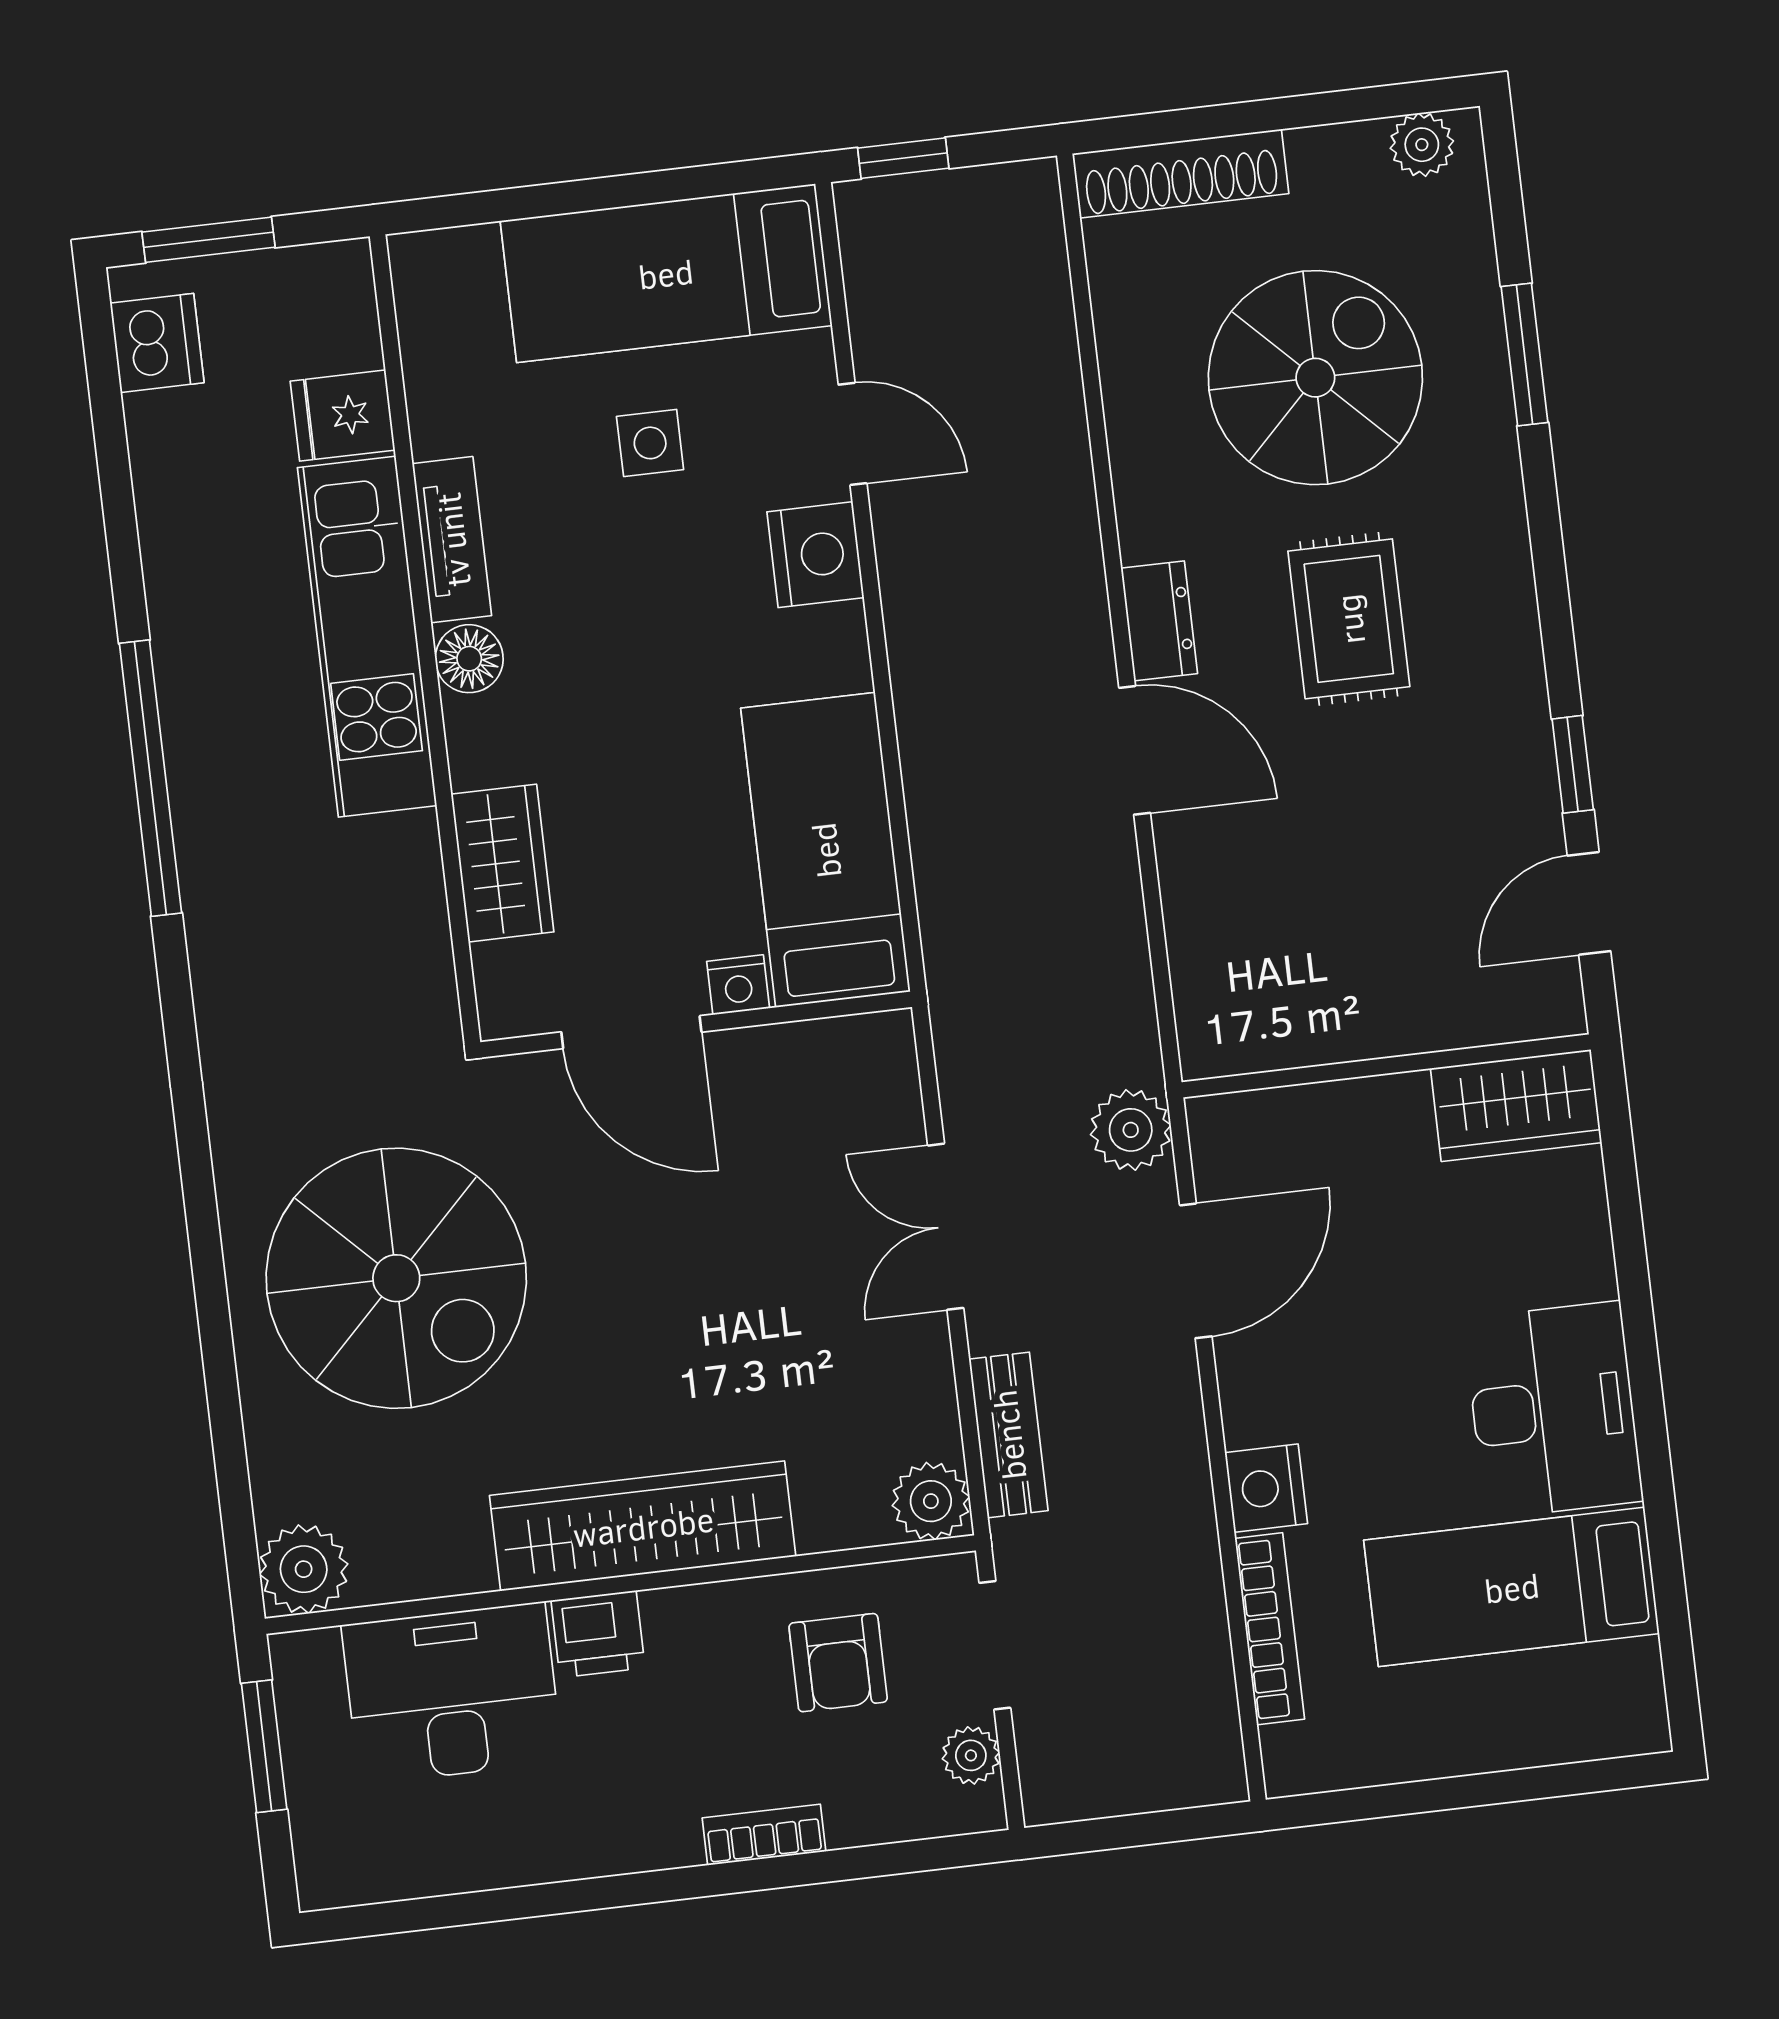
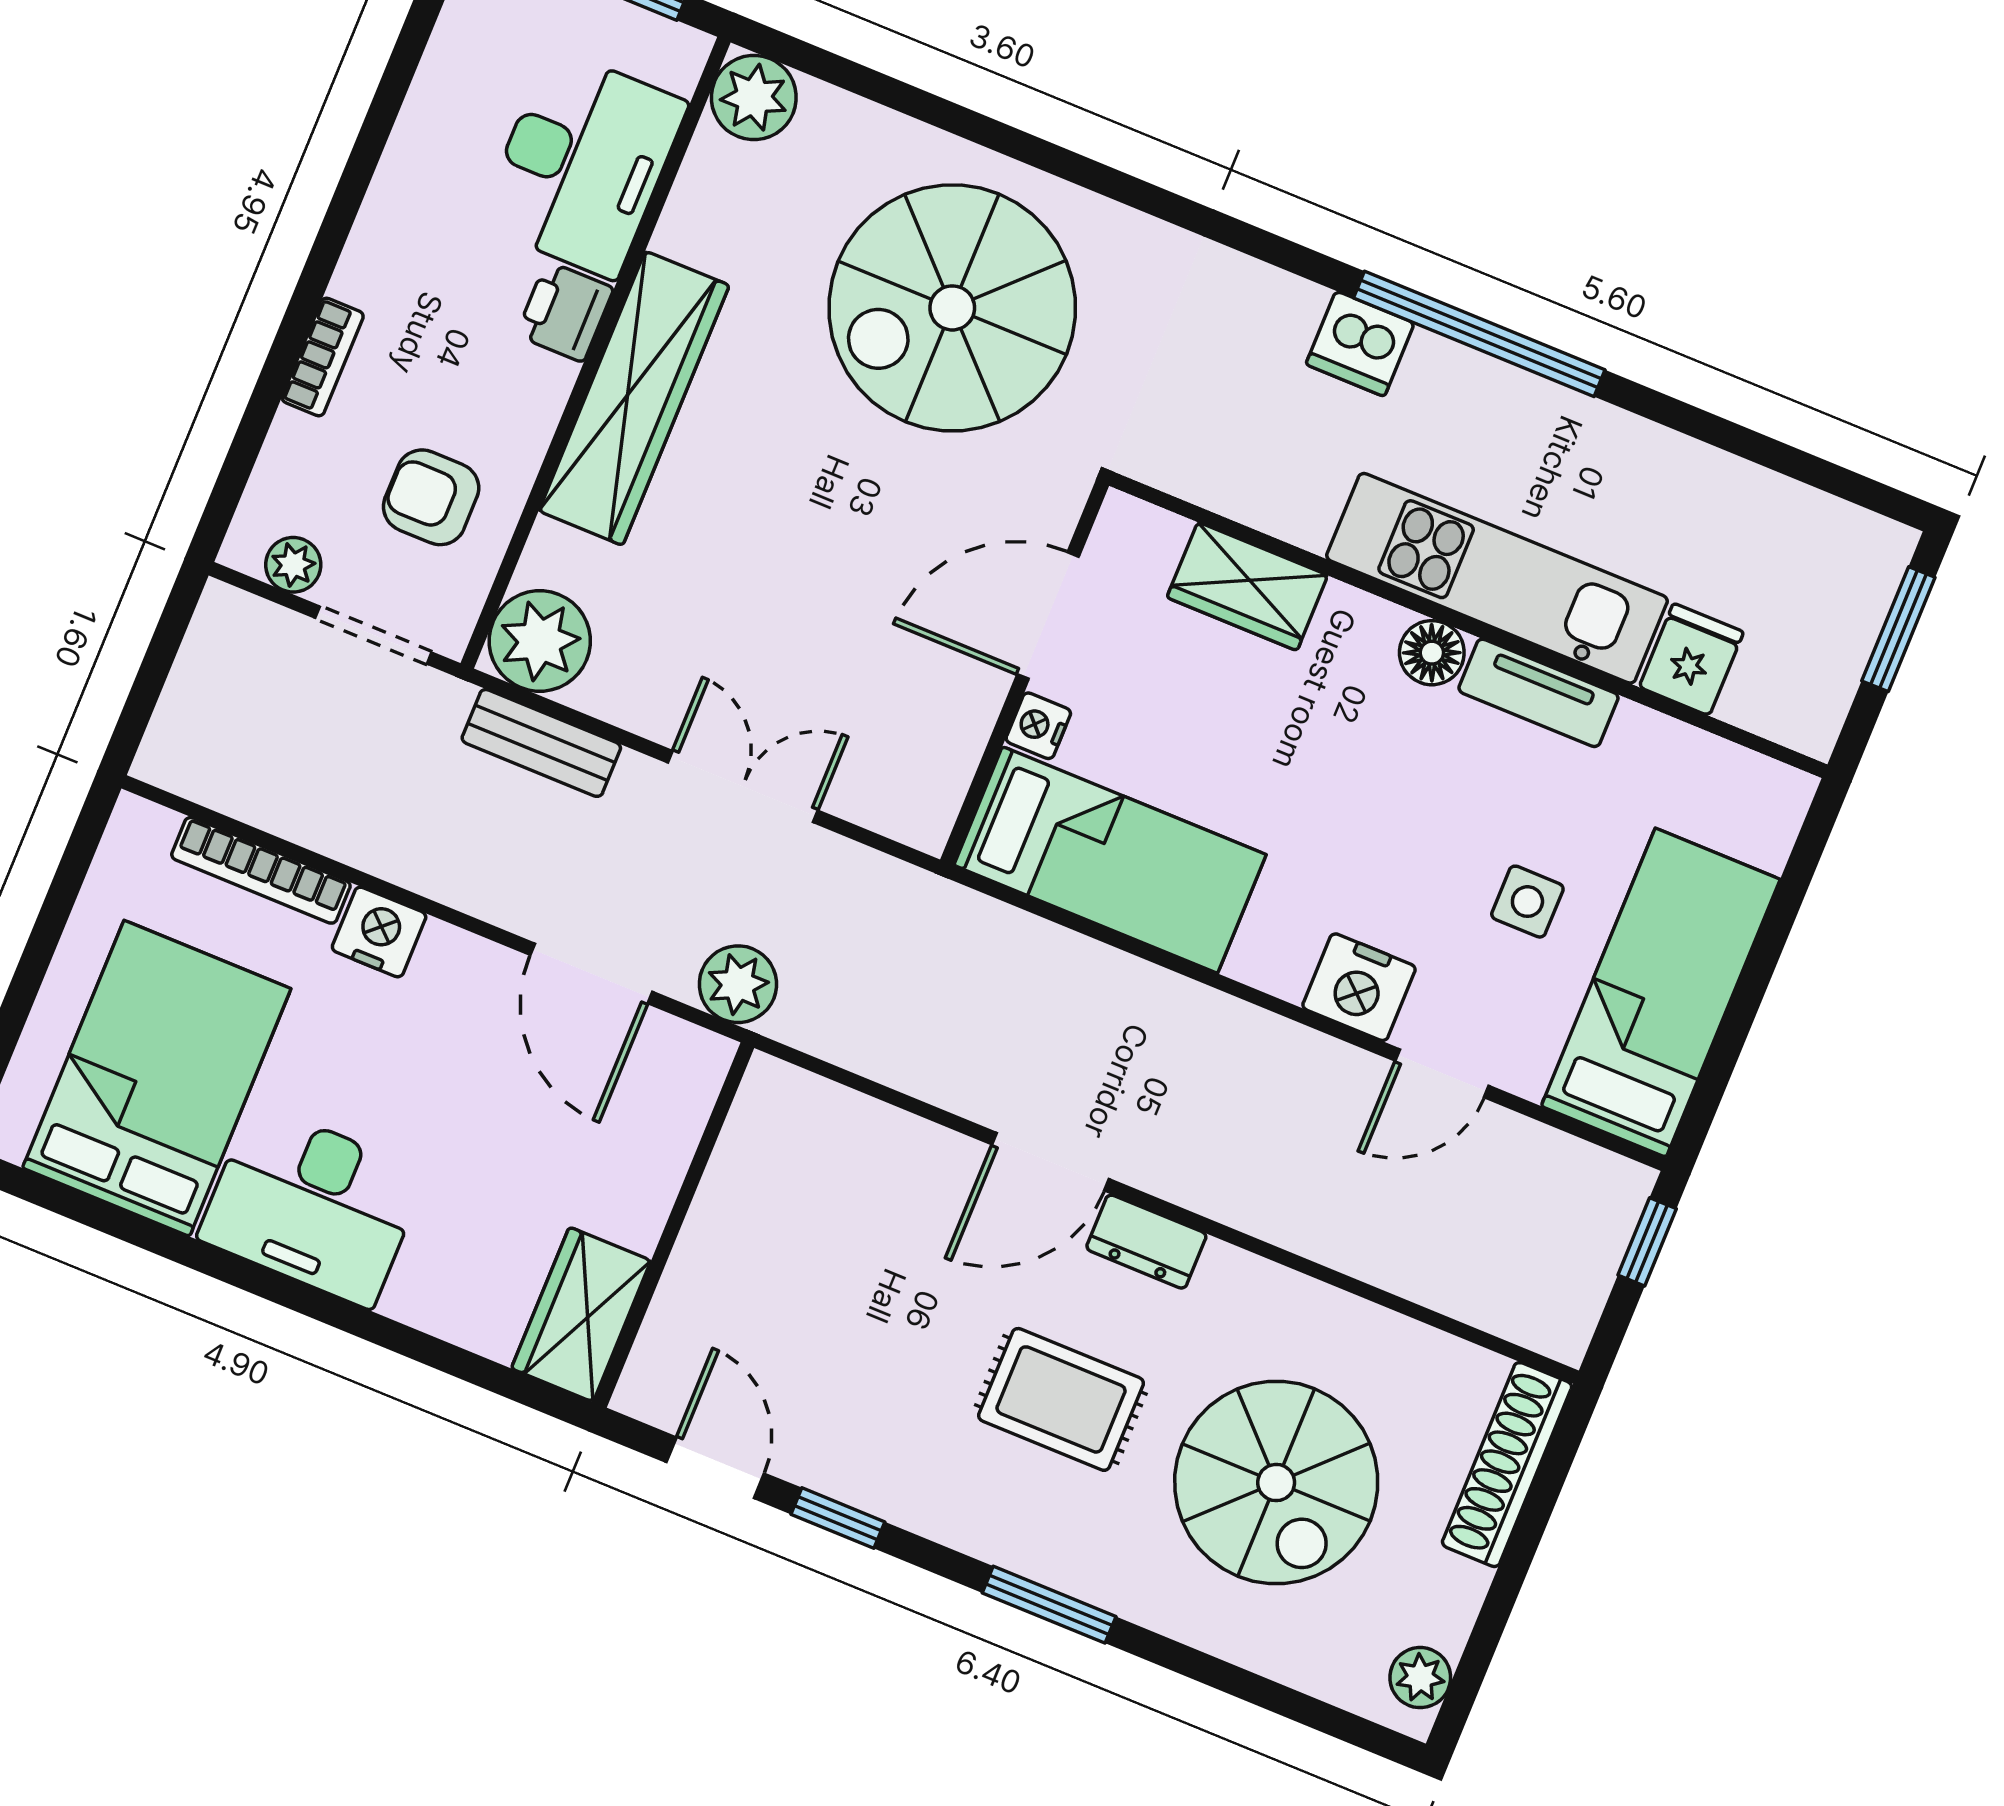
dishwasher: (157, 343) -> (1360, 344), moved
window: (1524, 354) -> (1049, 1605), moved
plant: (931, 1501) -> (540, 641), width x1.36, depth x1.36
bed: (1512, 1587) -> (157, 1078), width x1.50

